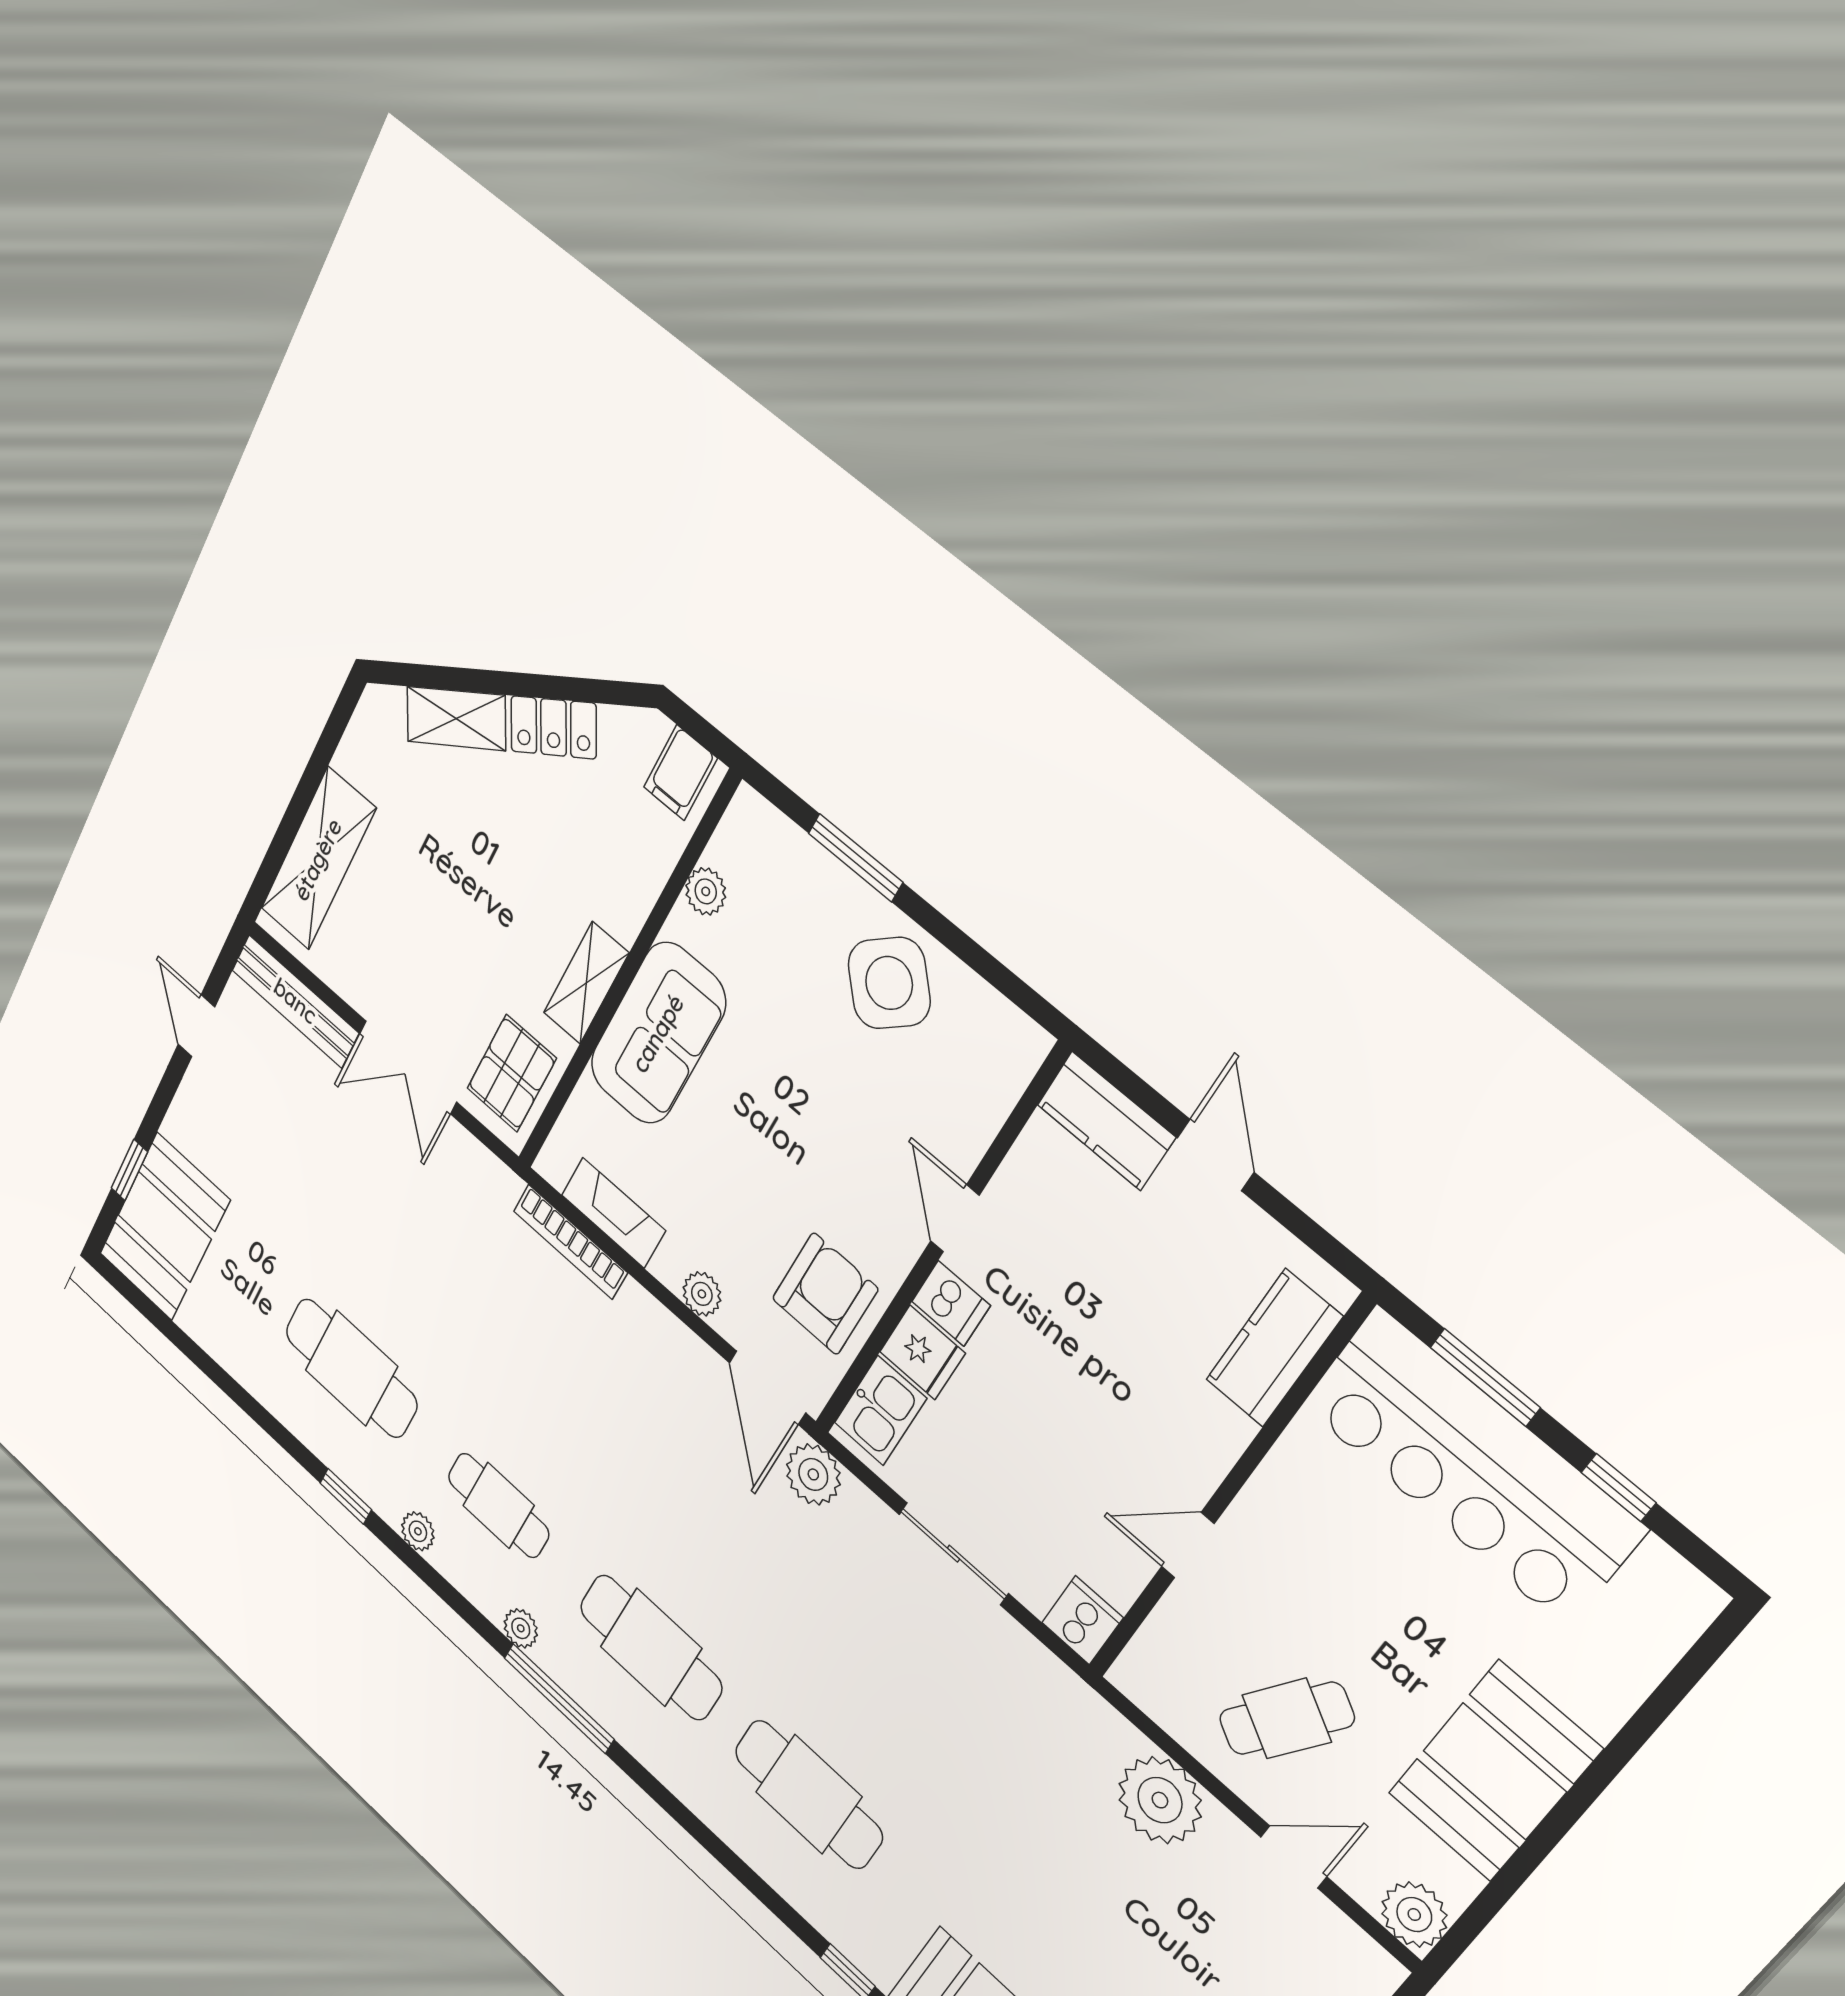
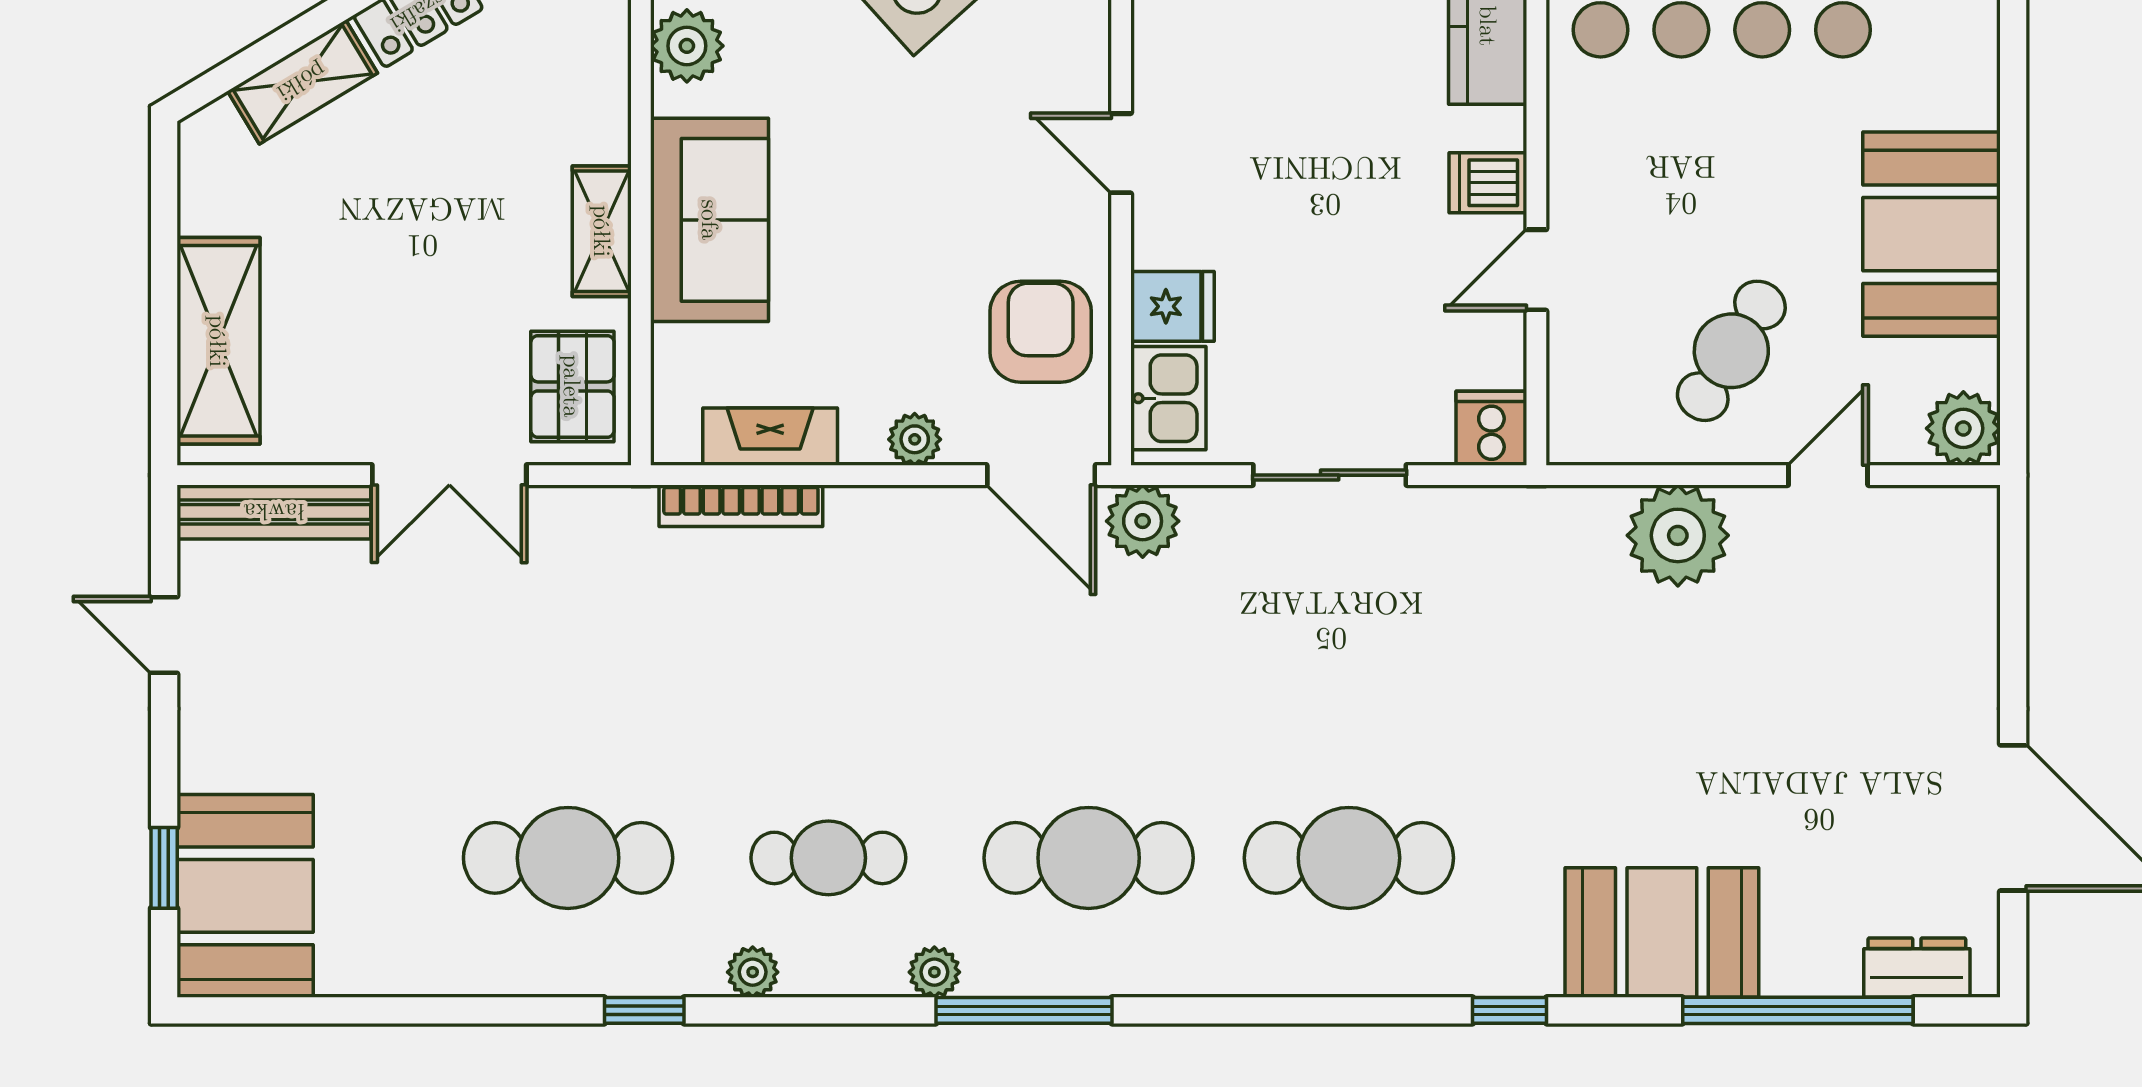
plant: (706, 891) -> (687, 46), width x1.38, depth x1.38
dishwasher: (951, 1303) -> (1488, 183), moved, turned 180

